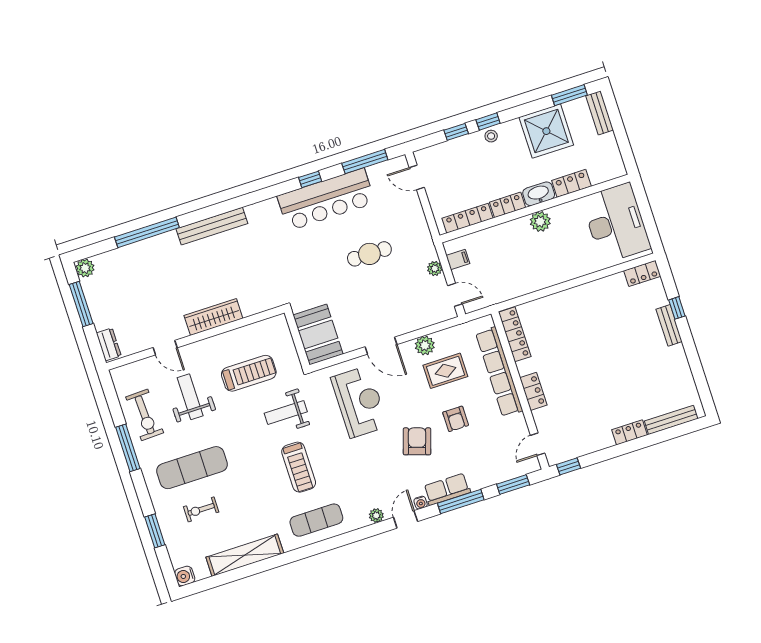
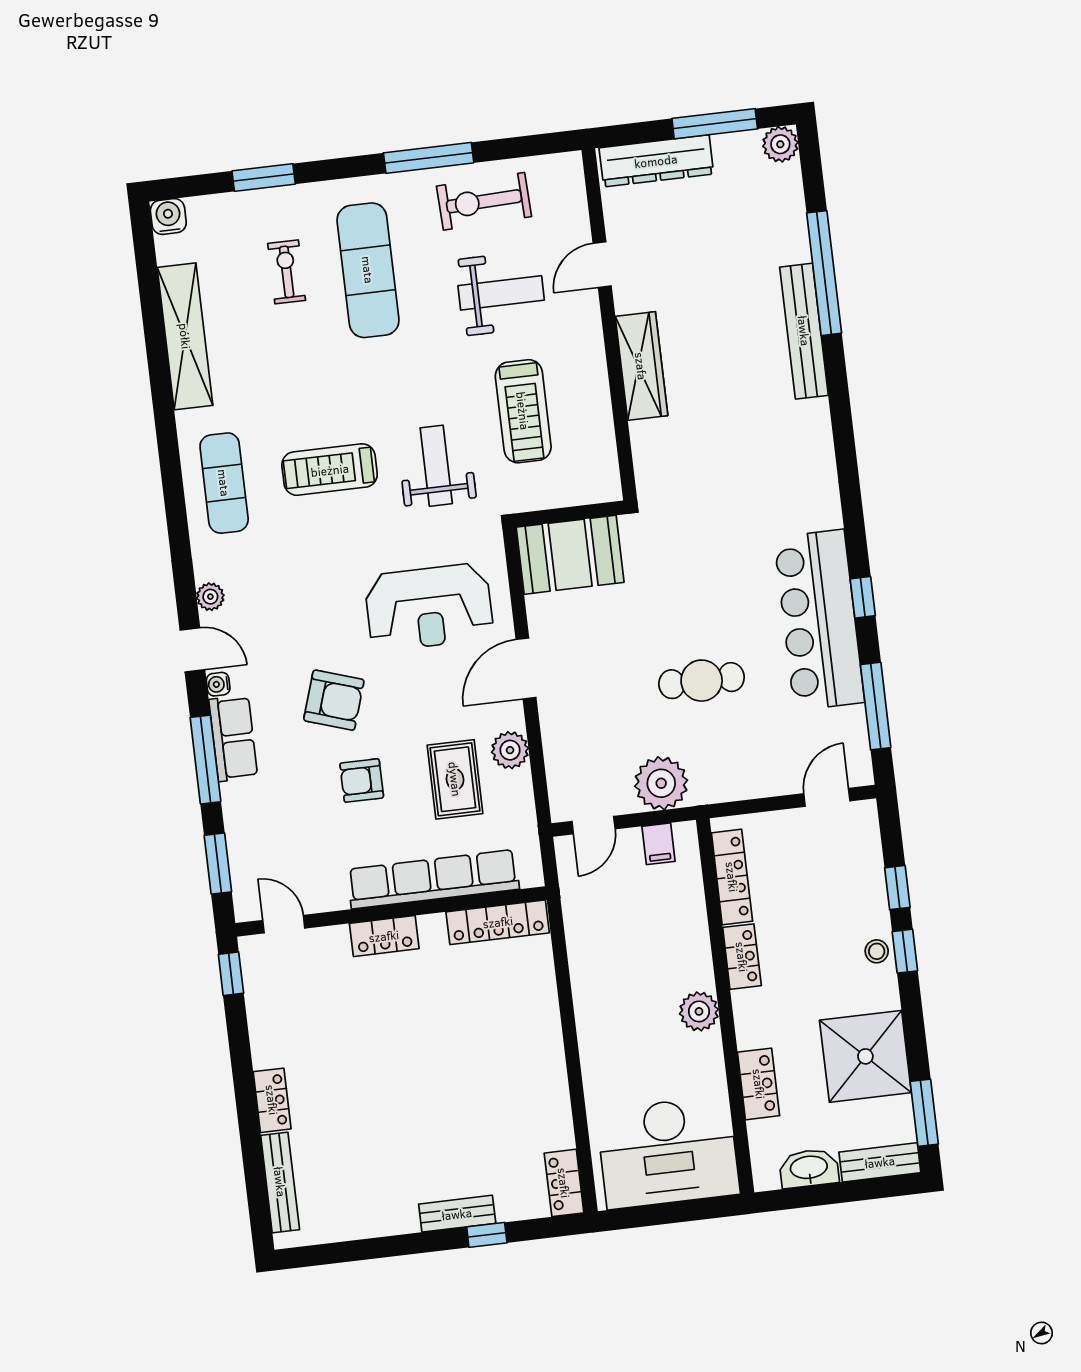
washbasin: (539, 194) -> (809, 1168), moved, turned -90
bench: (212, 226) -> (804, 331), moved
cafe table: (369, 254) -> (702, 681), turned 90
plant: (435, 268) -> (661, 783), width x1.88, depth x1.88
dresser: (109, 344) -> (656, 161), width x1.96, depth x1.24

